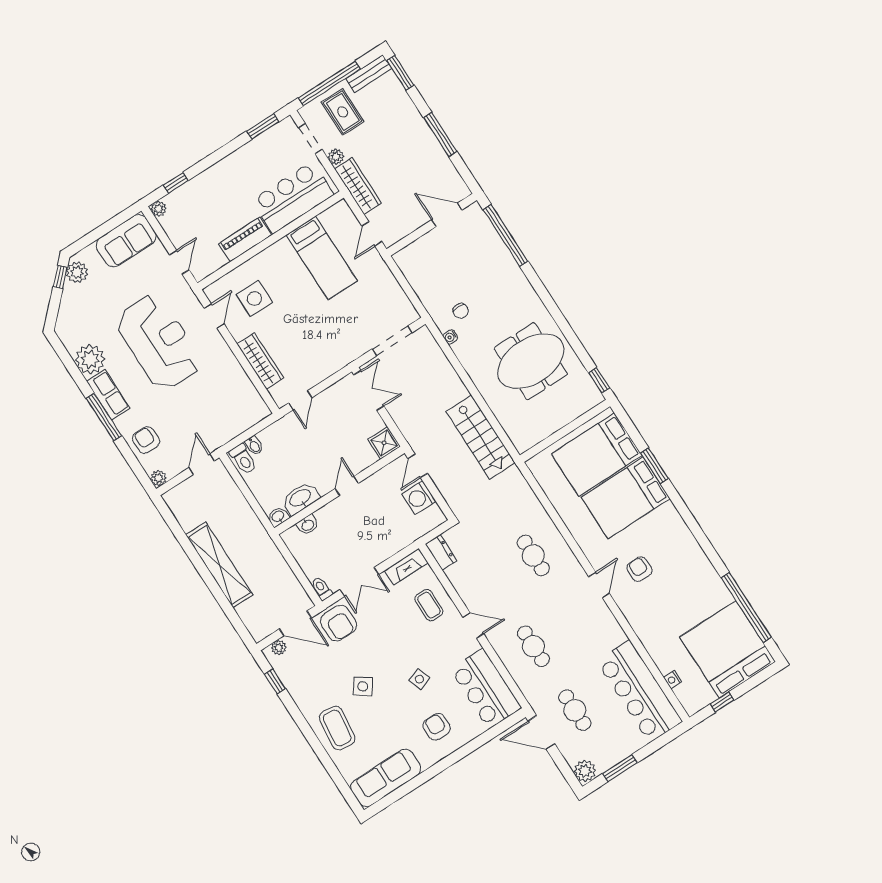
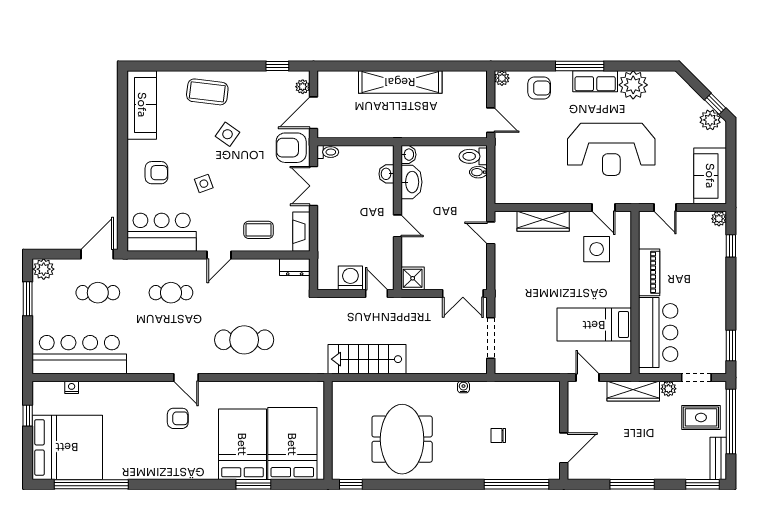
chair: (461, 311) -> (498, 436), moved
cafe table: (533, 555) -> (244, 340), width x1.37, depth x1.35

